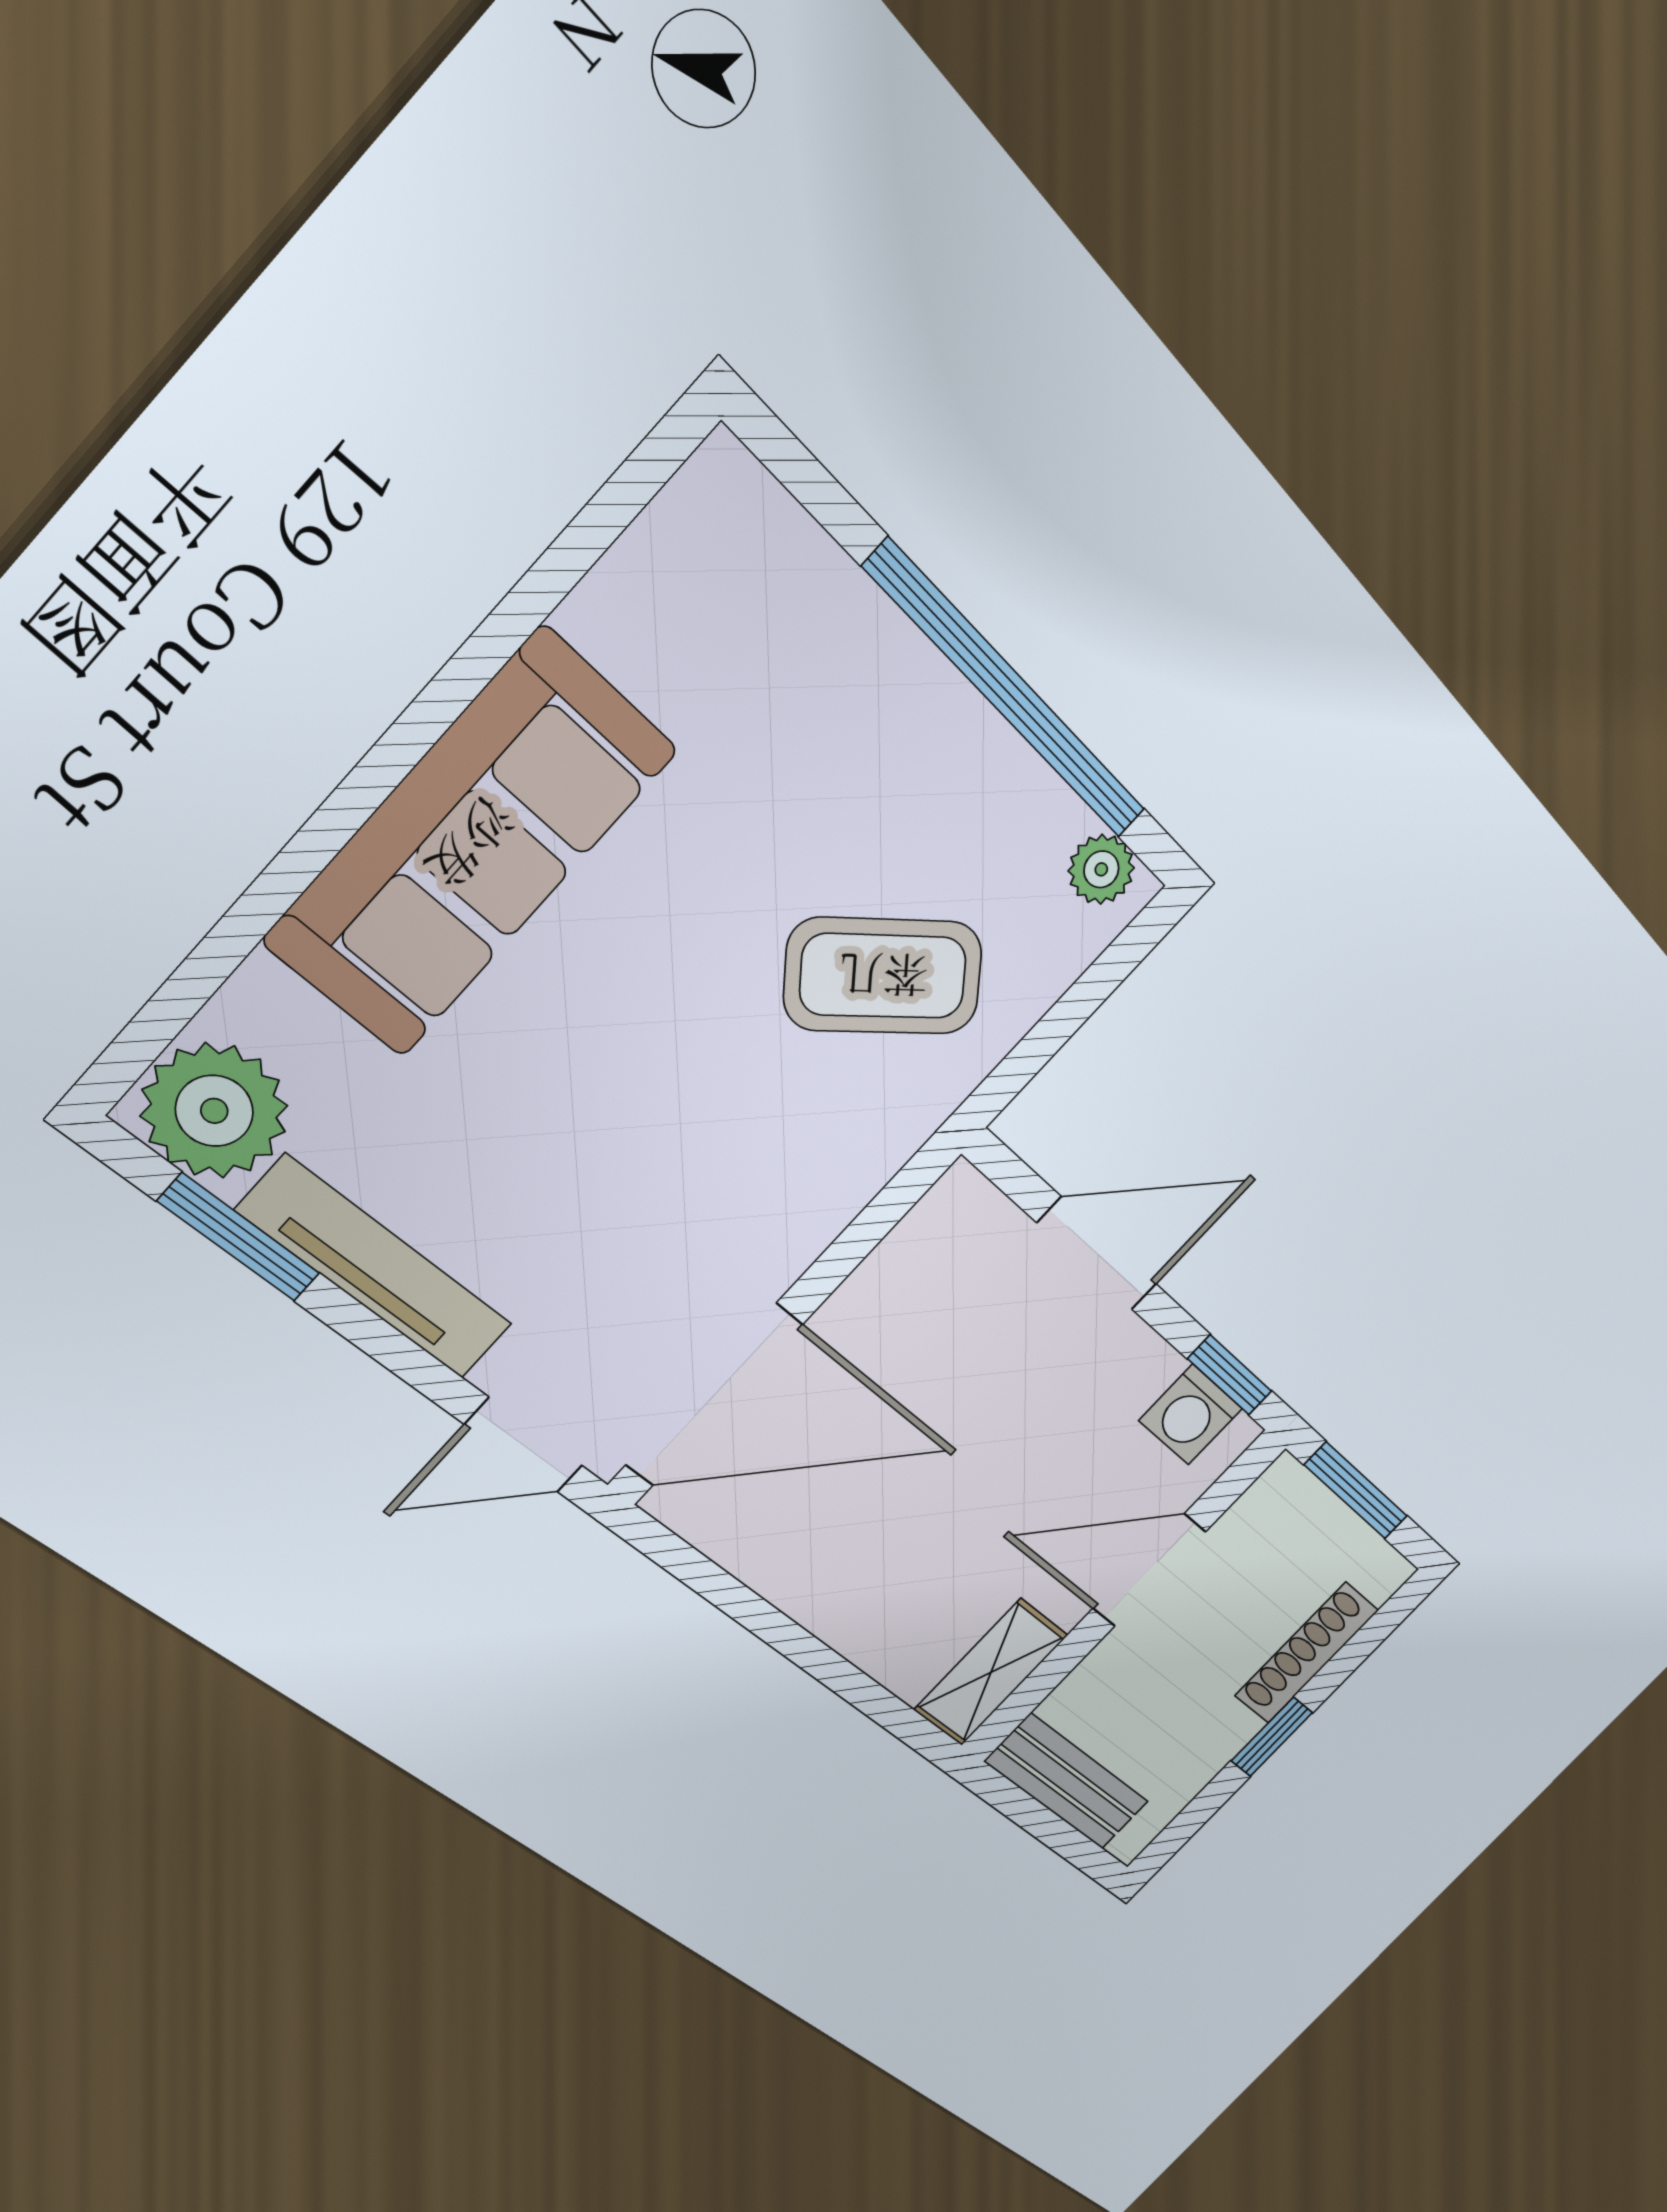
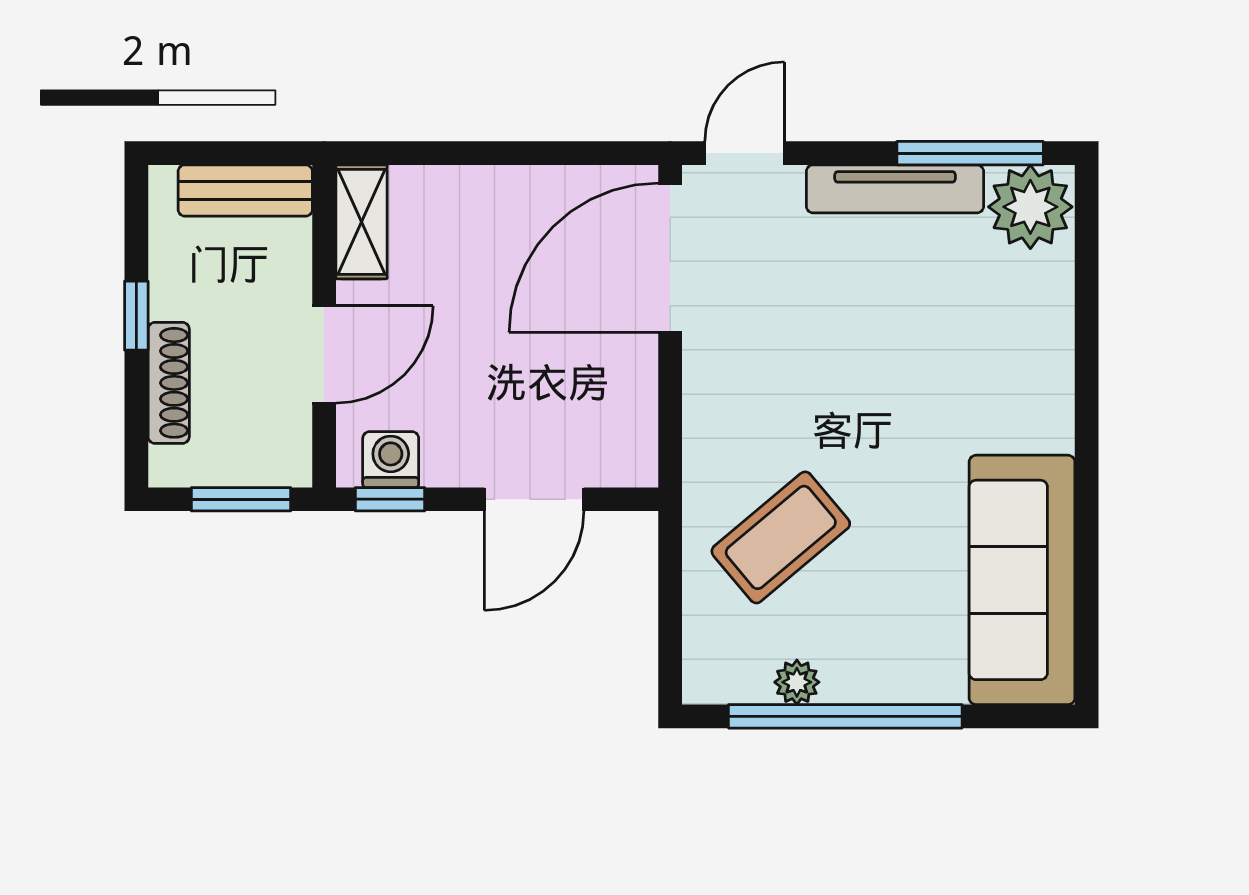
sofa: (471, 845) -> (1022, 580), moved
plant: (1101, 869) -> (797, 682), moved
window: (239, 1237) -> (970, 153), width x1.44

